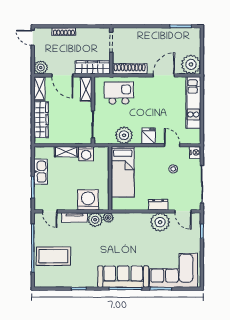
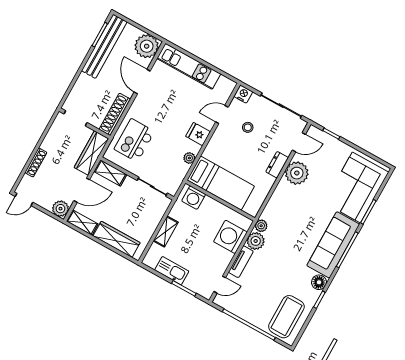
bench: (174, 34) -> (104, 46), added
plant: (124, 135) -> (189, 158), width x0.53, depth x0.53
washing machine: (86, 154) -> (194, 198), moved, turned 90
coffee table: (54, 256) -> (286, 317), moved
floor lamp: (91, 281) -> (319, 282), added

